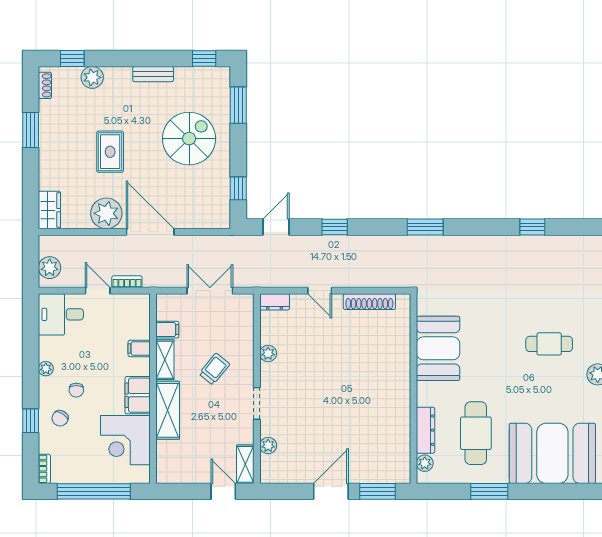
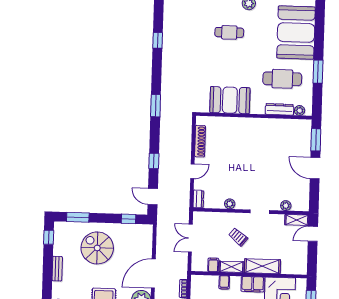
cafe table: (549, 344) -> (229, 32), turned 90

